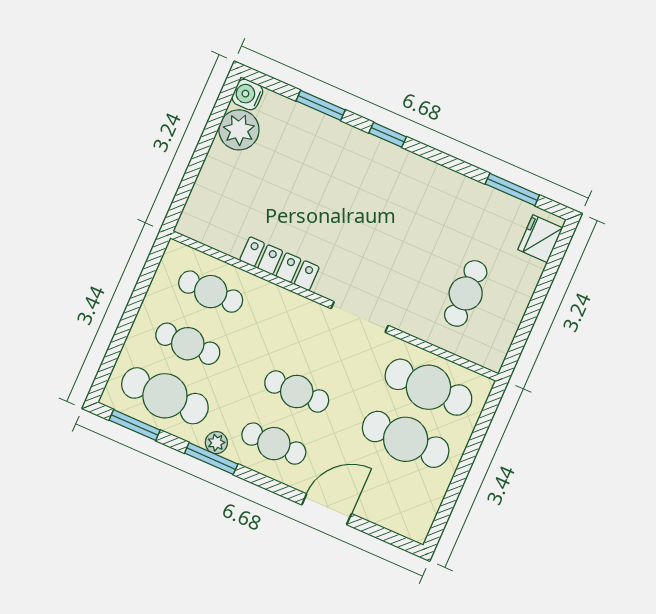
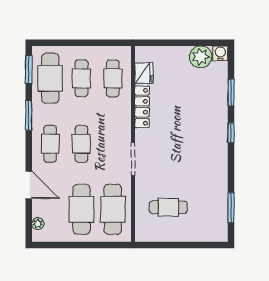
fridge: (540, 239) -> (144, 73), moved, turned 90
plant: (216, 443) -> (38, 224), moved

